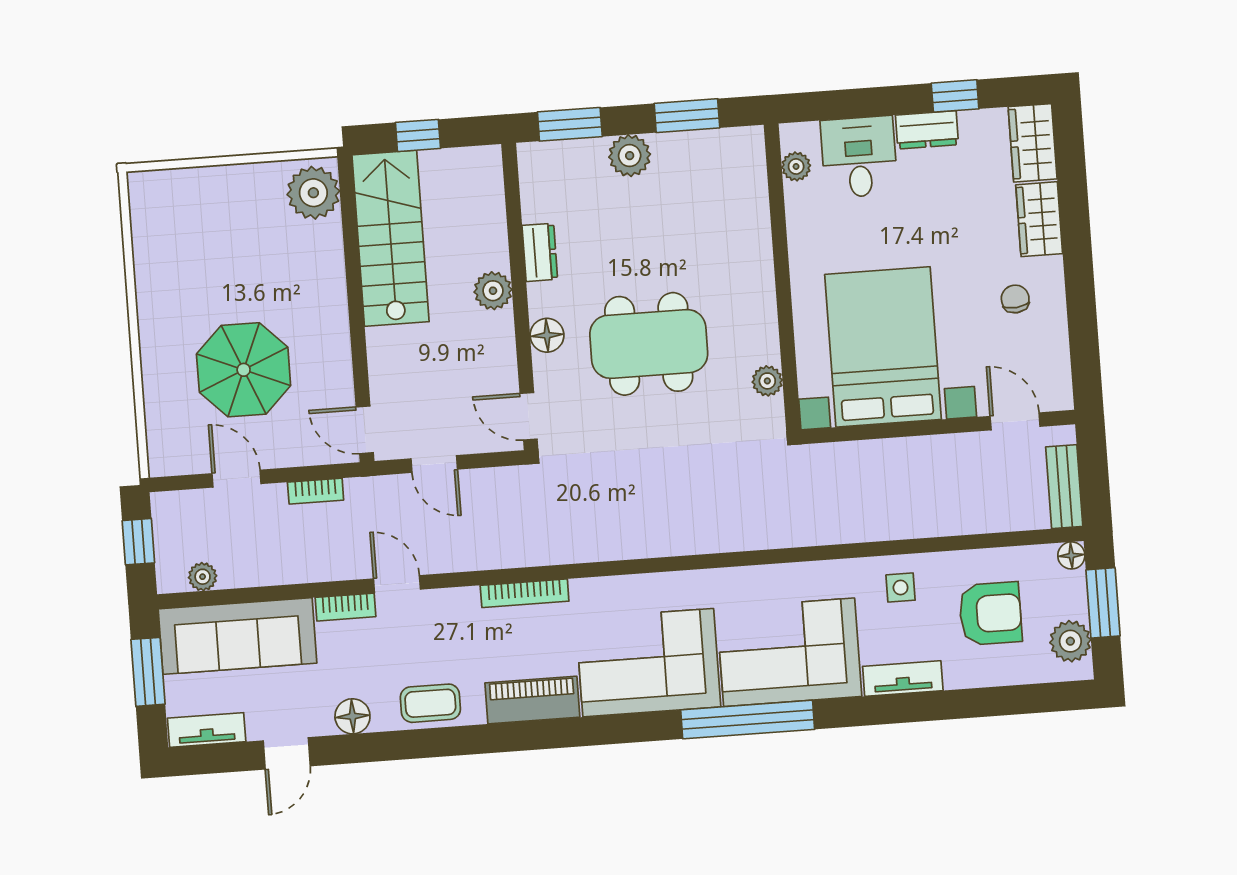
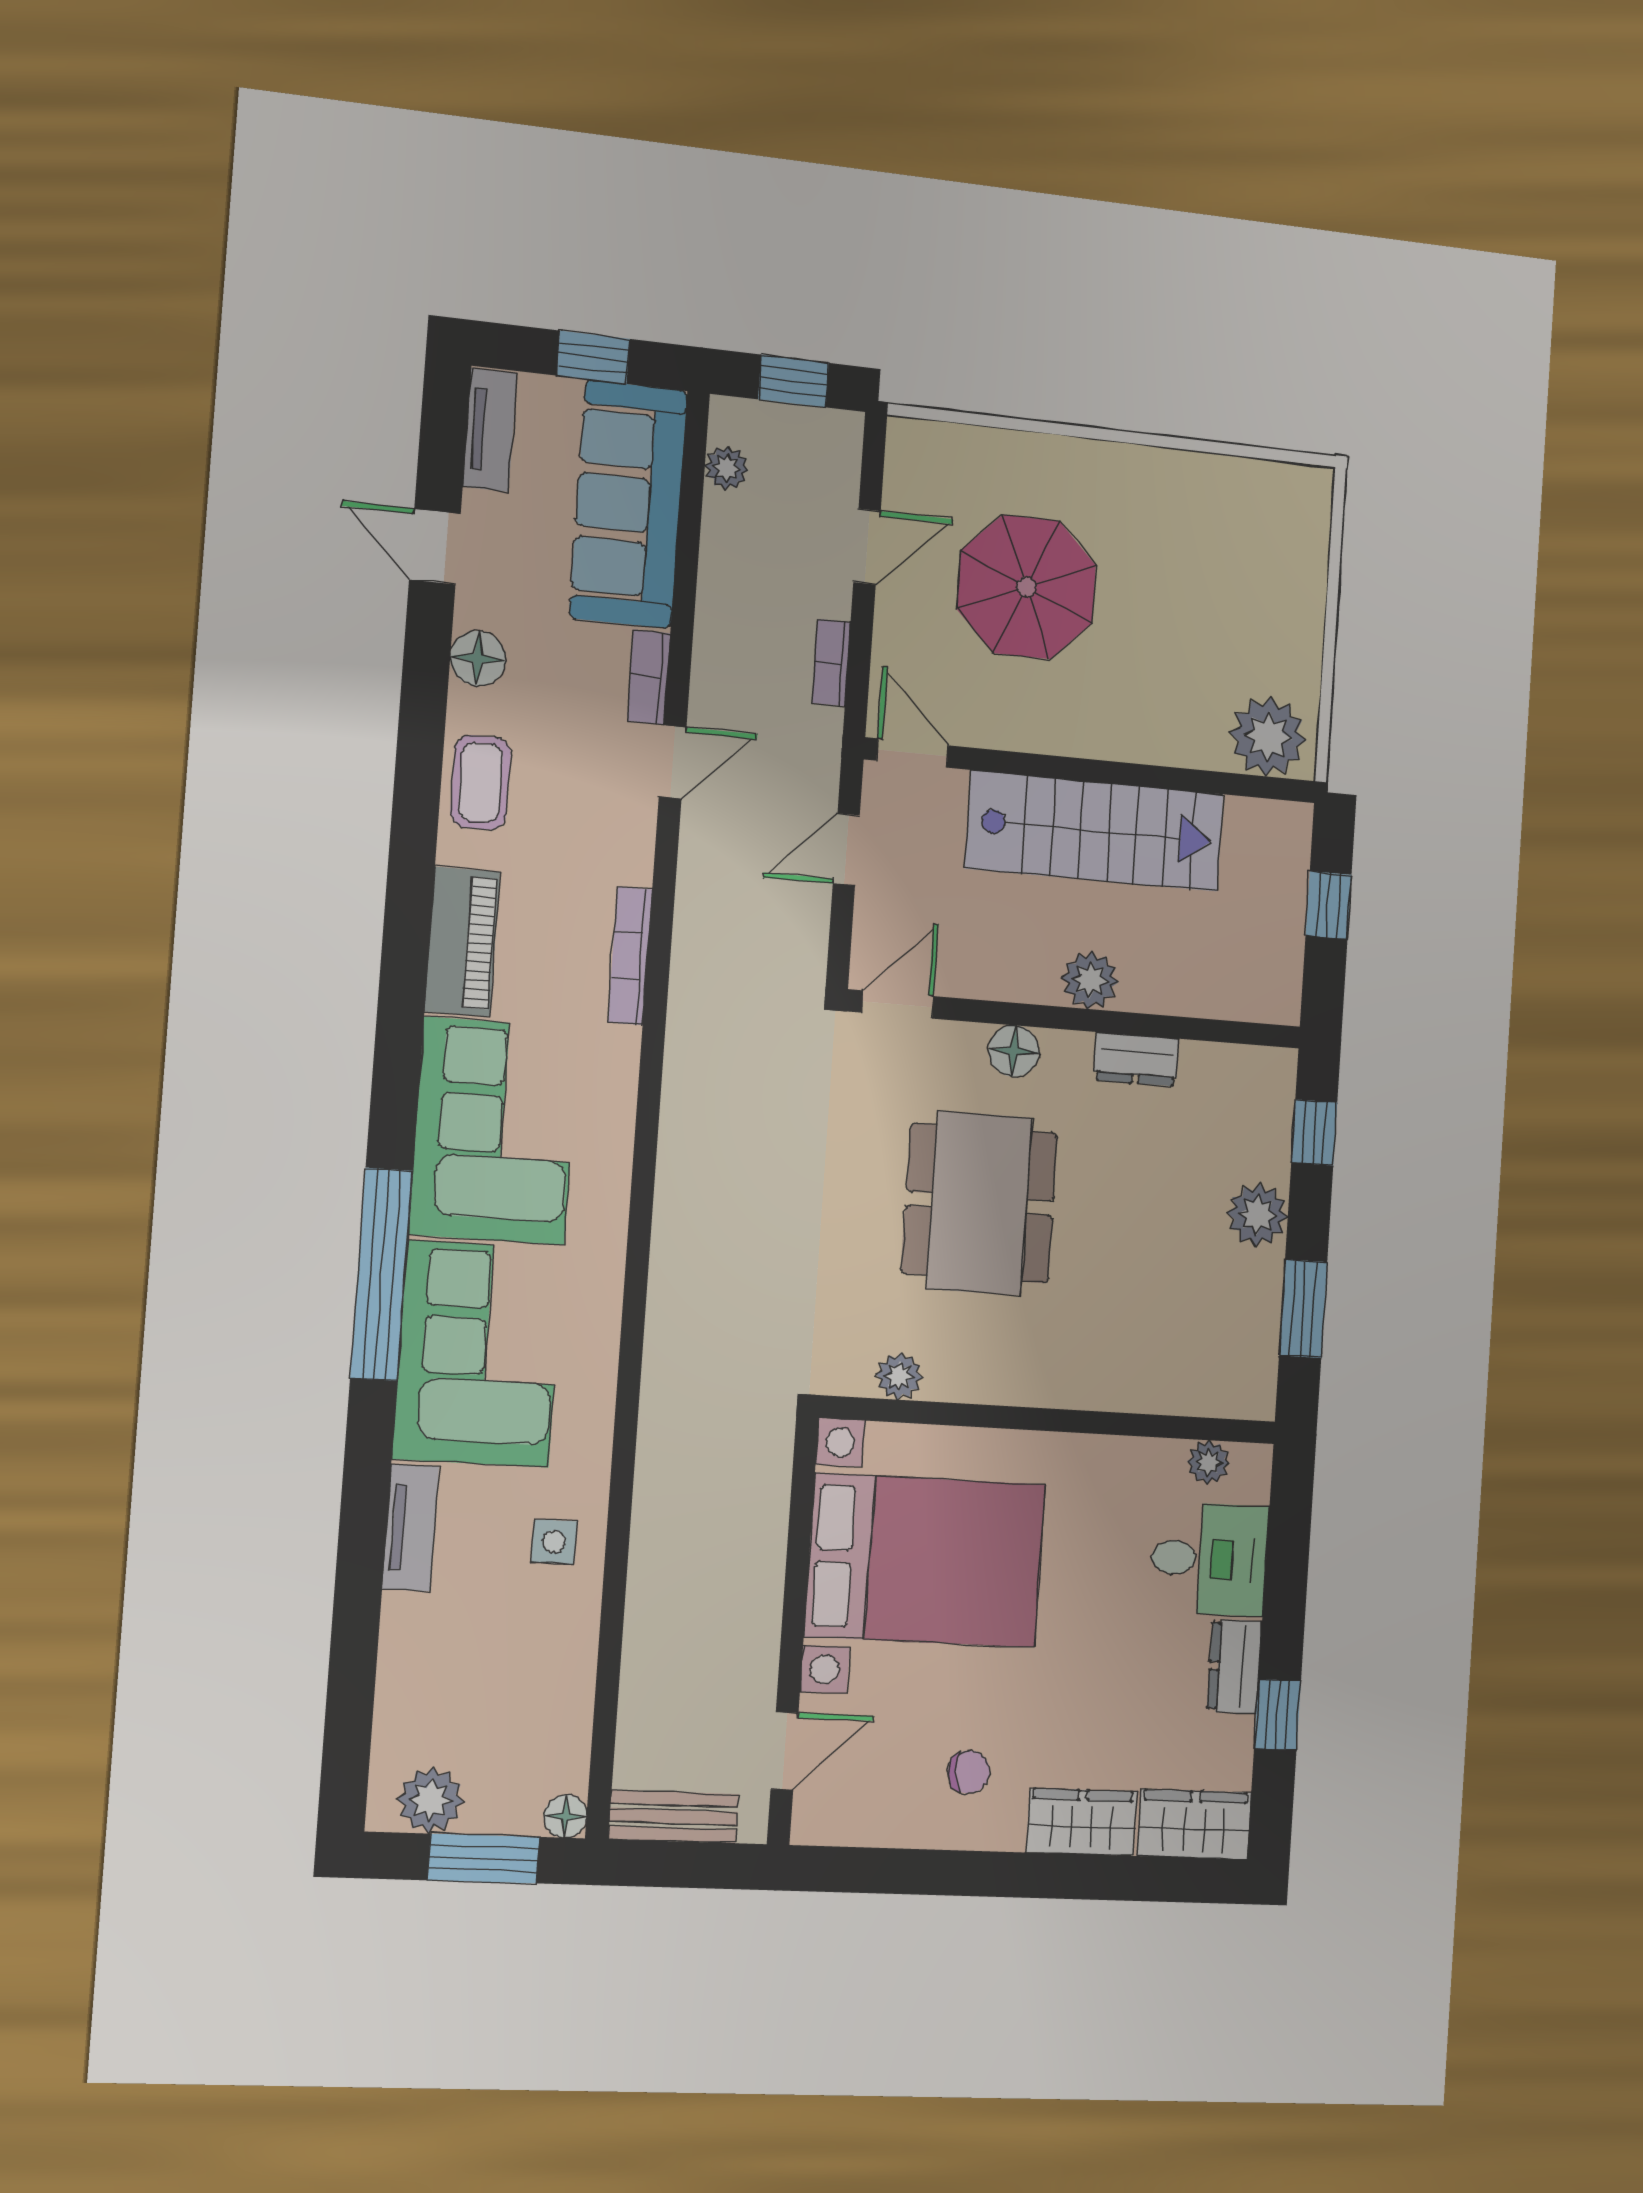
window: (570, 124) -> (1314, 1133), width x0.67
stairs: (391, 238) -> (1095, 831), moved
door: (365, 430) -> (912, 753), hinge flipped
armchair: (990, 614) -> (493, 1678), removed
window: (148, 672) -> (593, 357), width x0.67

